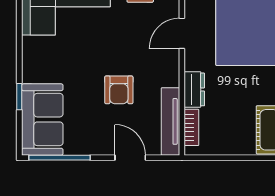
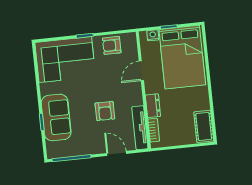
sofa: (42, 119) -> (56, 117), moved

